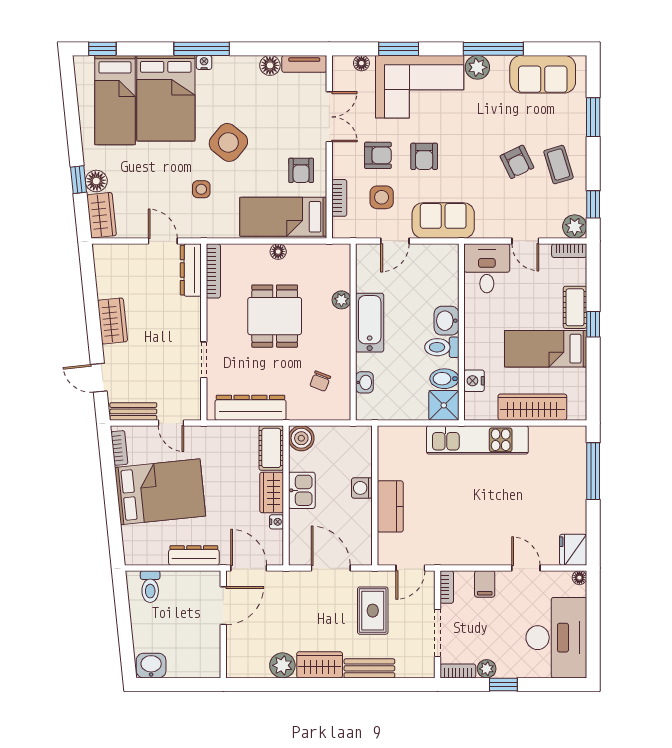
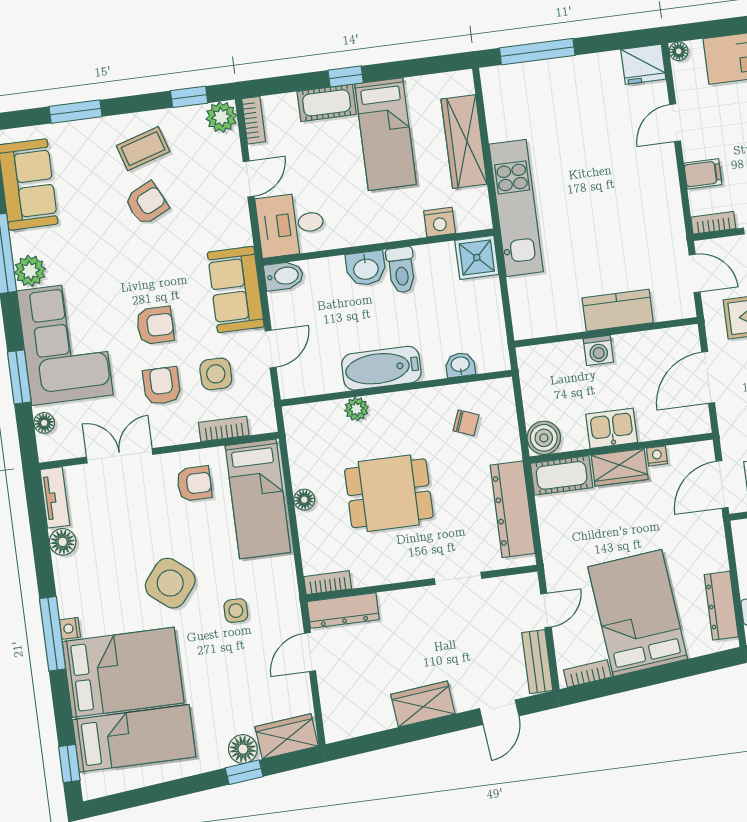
door: (395, 241) -> (271, 349), hinge flipped
bookcase: (213, 271) -> (328, 583), width x0.64
bidet: (444, 379) -> (284, 276), moved, turned -90
dresser: (194, 556) -> (721, 606), moved

